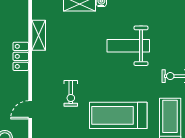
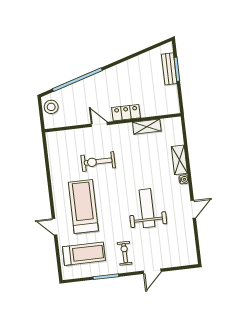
exercise bike: (71, 93) -> (98, 162), width x1.38, depth x1.39
door: (30, 110) -> (99, 124), moved

